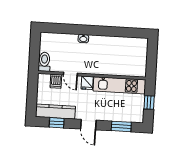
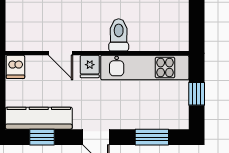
toilet: (44, 62) -> (119, 35), moved
dishwasher: (56, 81) -> (15, 67), moved

